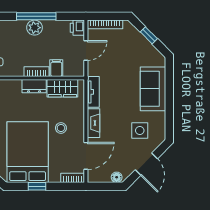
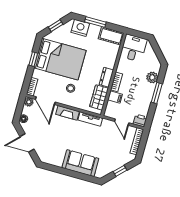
window: (36, 16) -> (157, 93), width x0.69
plant: (34, 28) -> (152, 77), moved
side table: (140, 130) -> (53, 145), removed
plant: (93, 177) -> (29, 102), added

